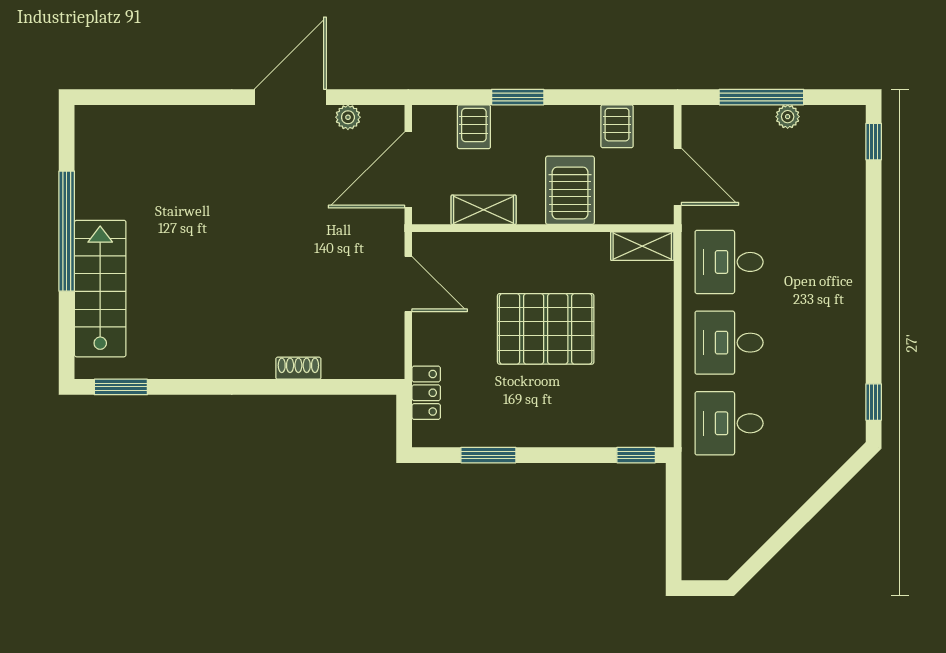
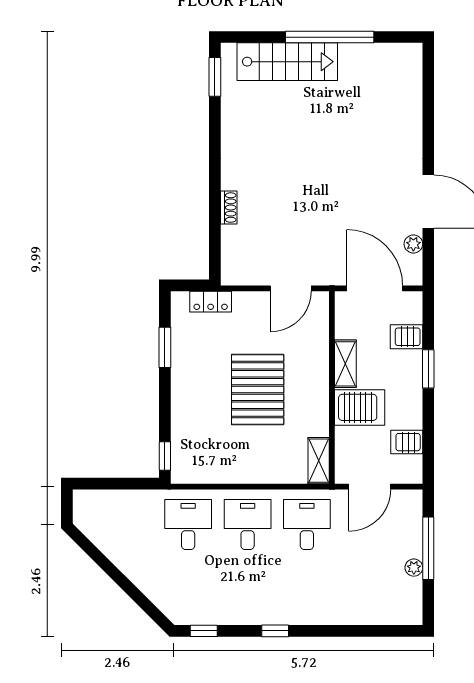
window: (874, 142) -> (275, 631), moved
shelving: (484, 210) -> (345, 364), moved

